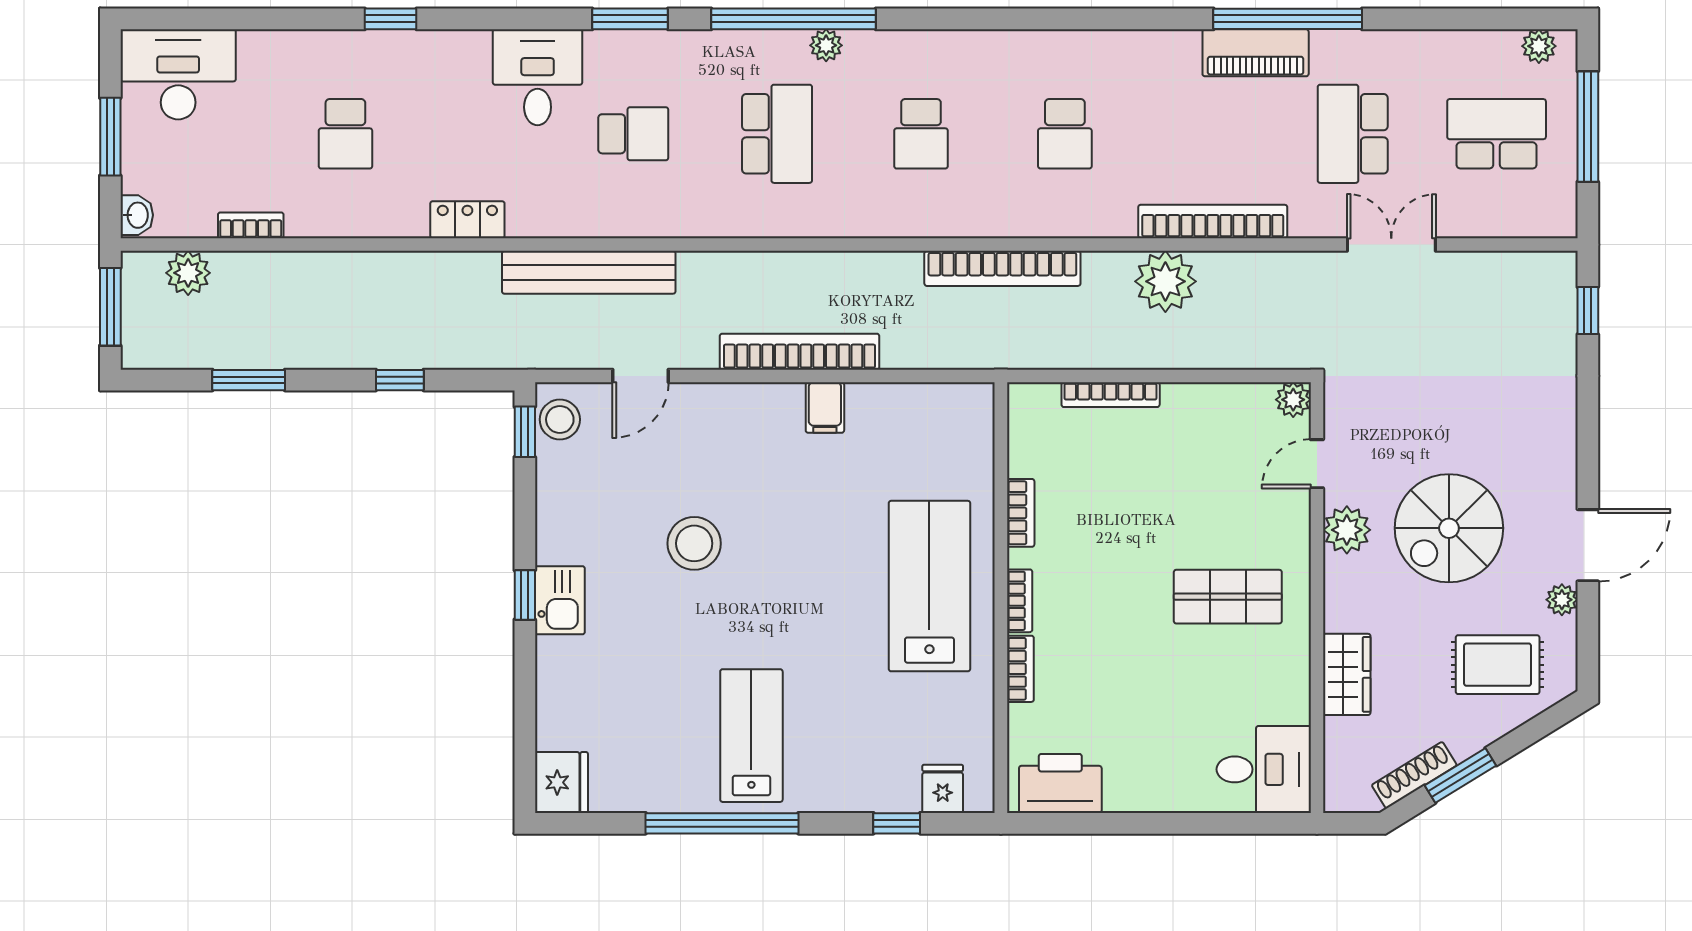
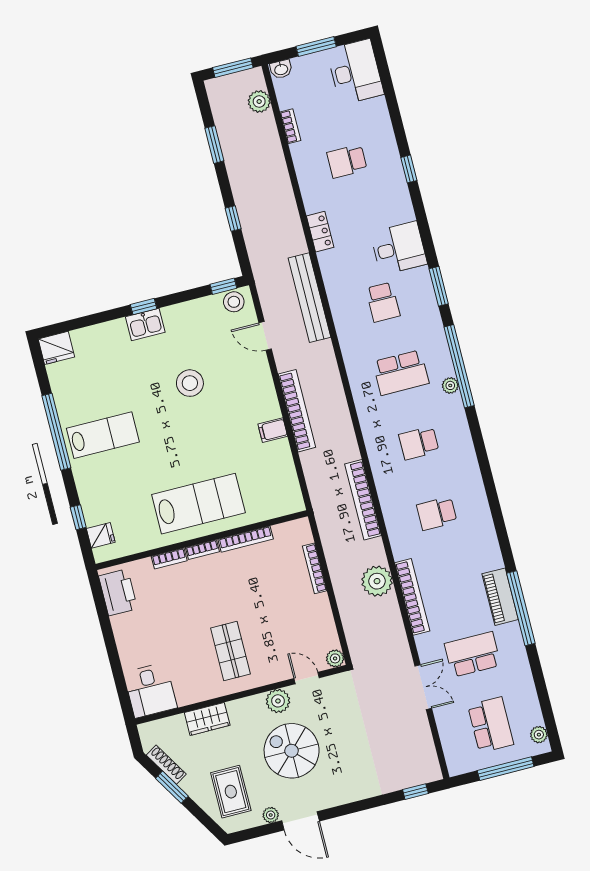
bookcase: (1021, 513) -> (246, 539), width x1.56

